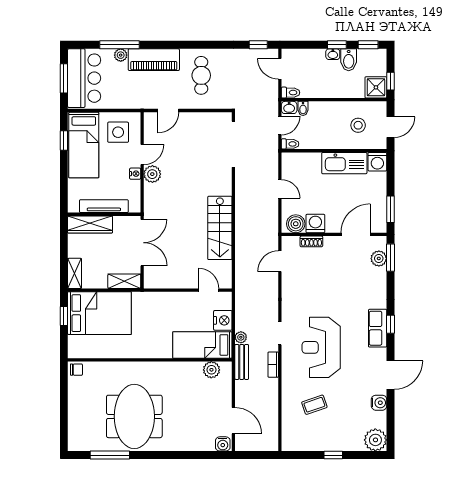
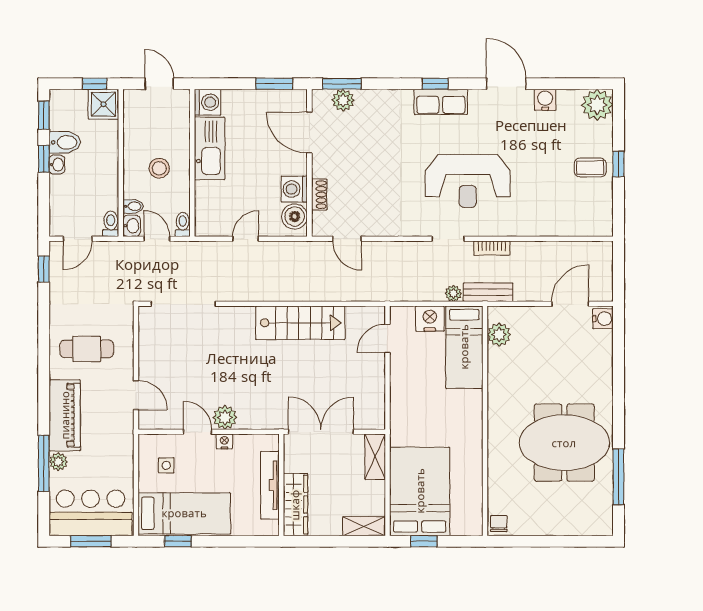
stool: (358, 125) -> (159, 168), moved
side table: (118, 132) -> (166, 465), width x0.54, depth x0.54
coffee table: (314, 405) -> (590, 168), moved, turned -71

